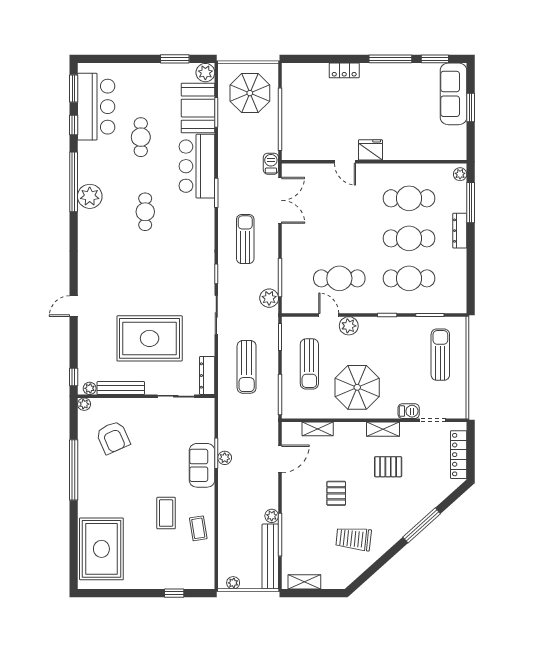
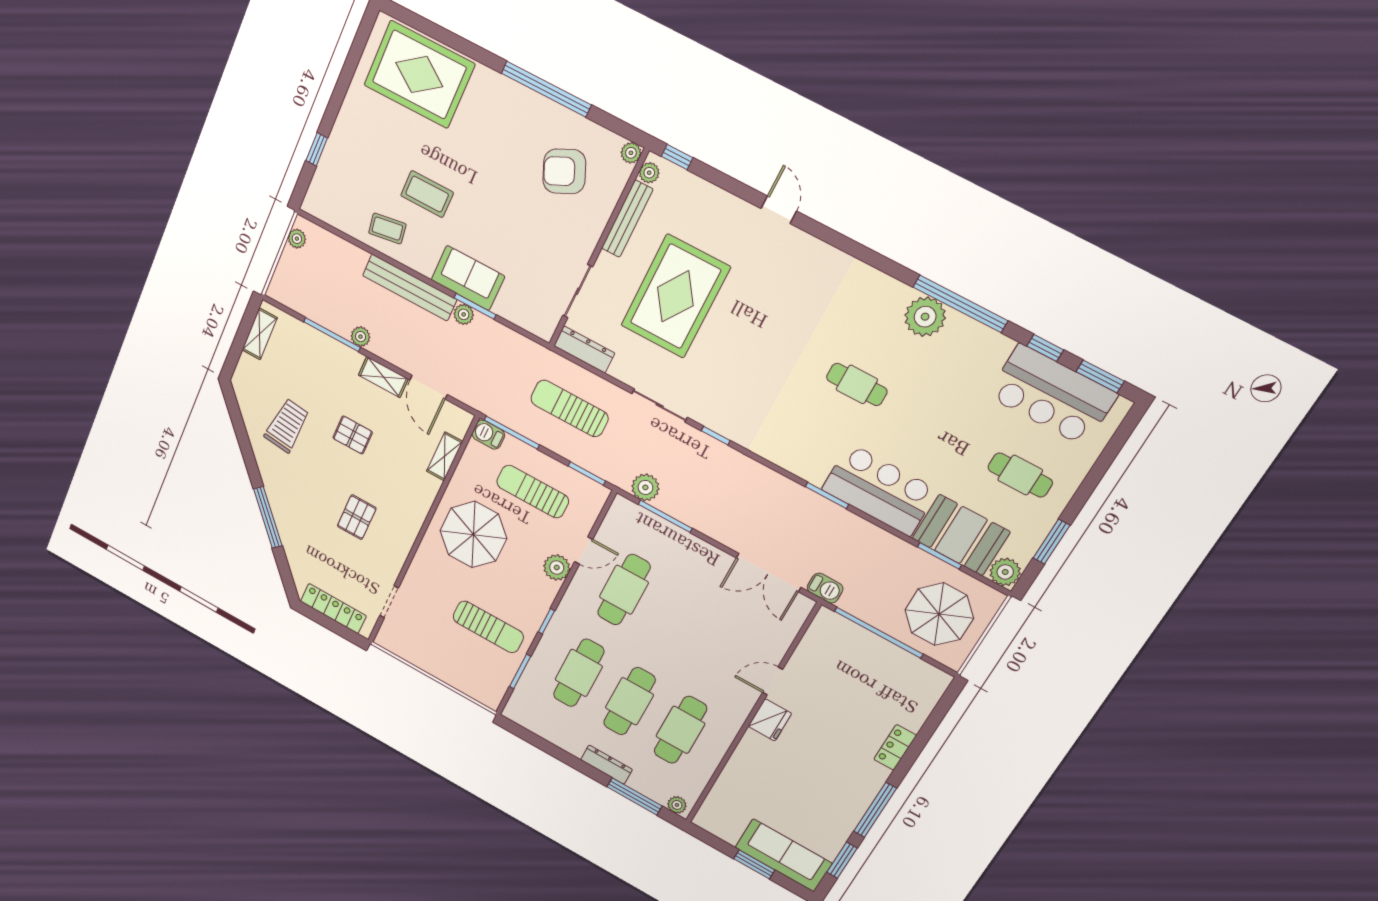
cafe table: (141, 137) -> (1020, 475), moved
sun lounger: (245, 239) -> (742, 499), removed
sun lounger: (440, 355) -> (488, 627), moved
barbecue: (409, 411) -> (488, 435), moved, turned 90
shelving: (383, 429) -> (383, 377), moved, turned 90
bench: (270, 557) -> (410, 288), moved

